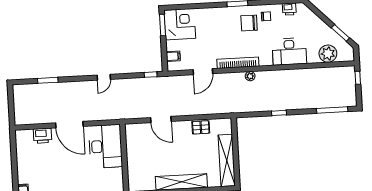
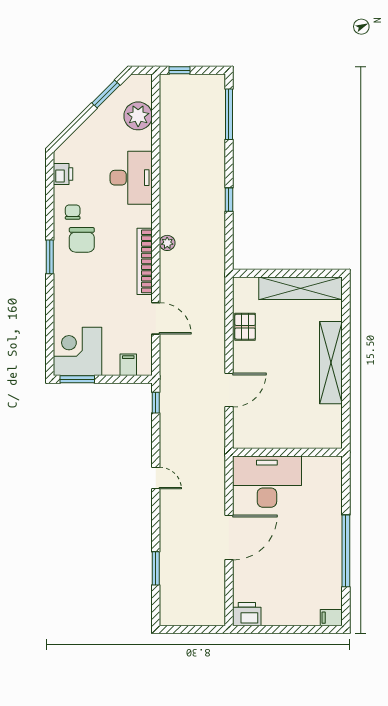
printer: (43, 136) -> (247, 614), moved, turned -90

